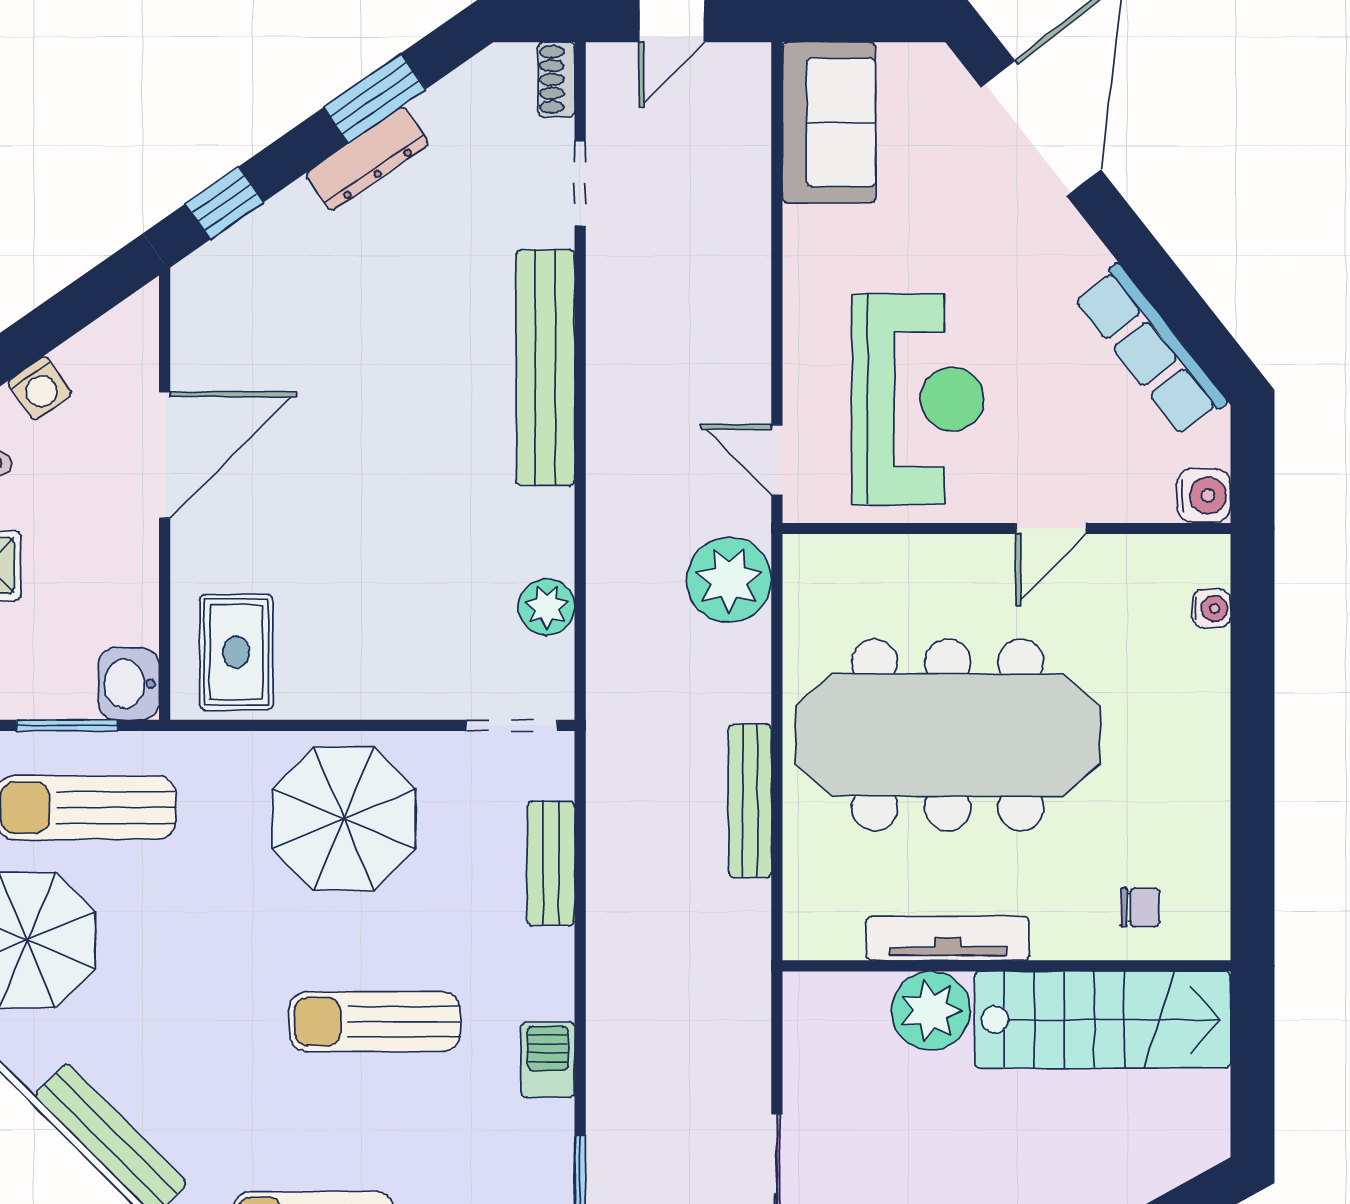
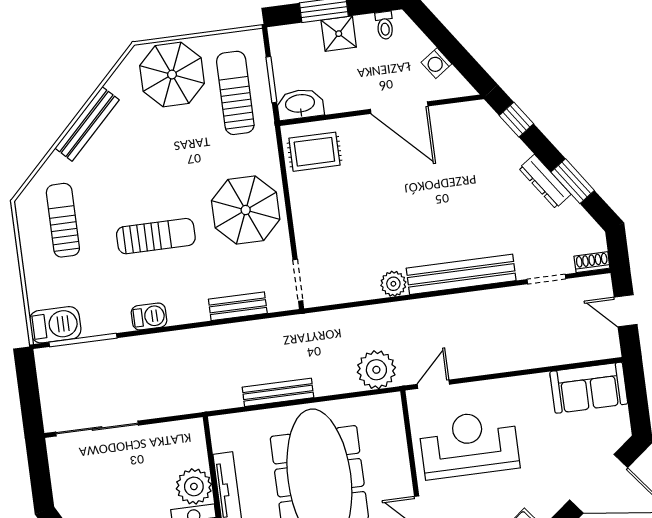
washing machine: (40, 388) -> (436, 63), moved
reception desk: (918, 399) -> (469, 444), turned 180
plant: (547, 607) -> (393, 284), moved
washbasin: (129, 684) -> (300, 104), width x1.38
sun lounger: (375, 1022) -> (156, 236), turned 90

